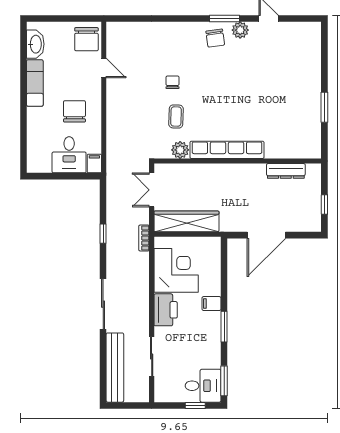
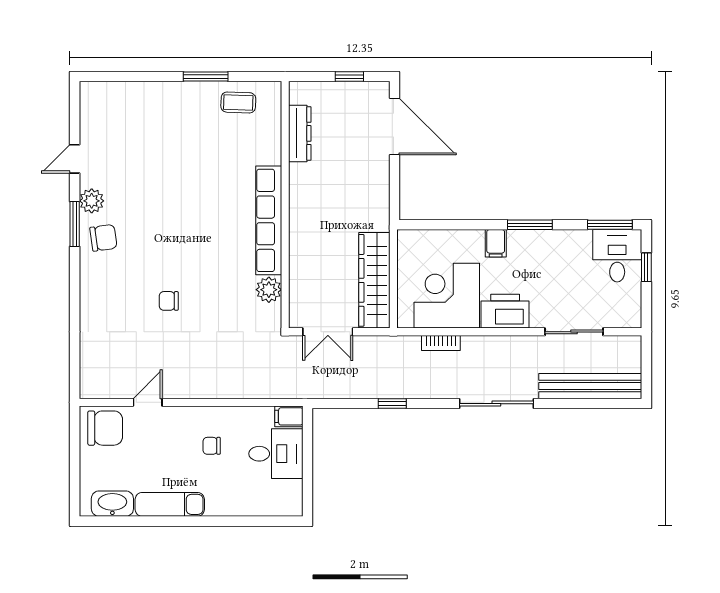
chair: (74, 111) -> (212, 446), width x0.54, depth x0.54
coffee table: (176, 116) -> (238, 102), moved
door: (266, 235) -> (395, 126), moved
bookcase: (144, 238) -> (441, 343), moved

